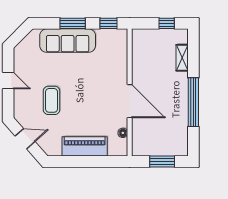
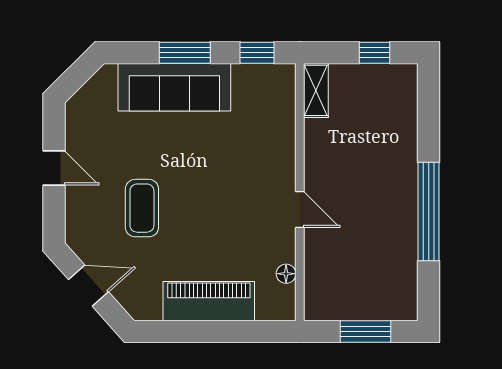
shelving: (182, 58) -> (316, 90), moved
door: (130, 101) -> (300, 209), width x0.53

